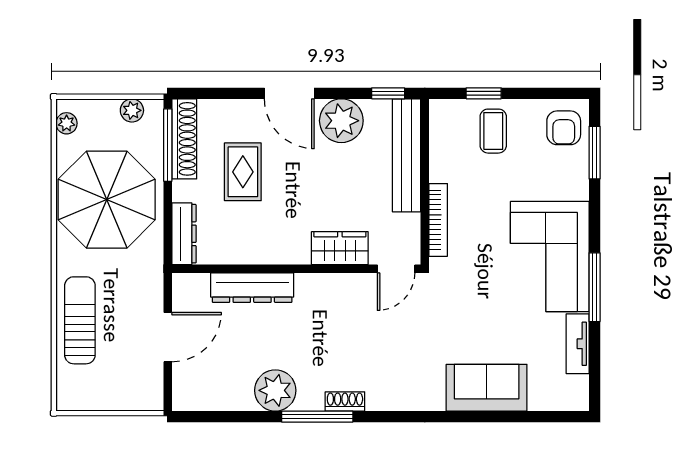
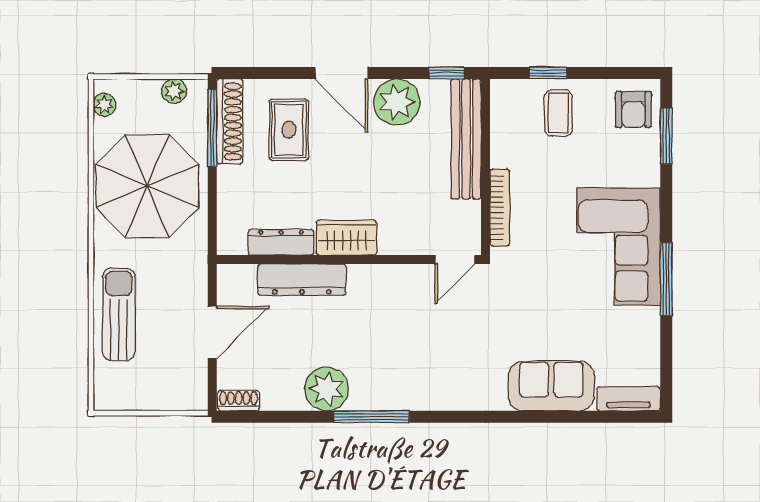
rug: (243, 172) -> (289, 130), moved
dresser: (184, 234) -> (281, 242), moved, turned -90
wardrobe: (340, 248) -> (347, 238), moved
tv unit: (578, 344) -> (628, 399), moved, turned 90
shoe rack: (345, 401) -> (239, 401), moved

